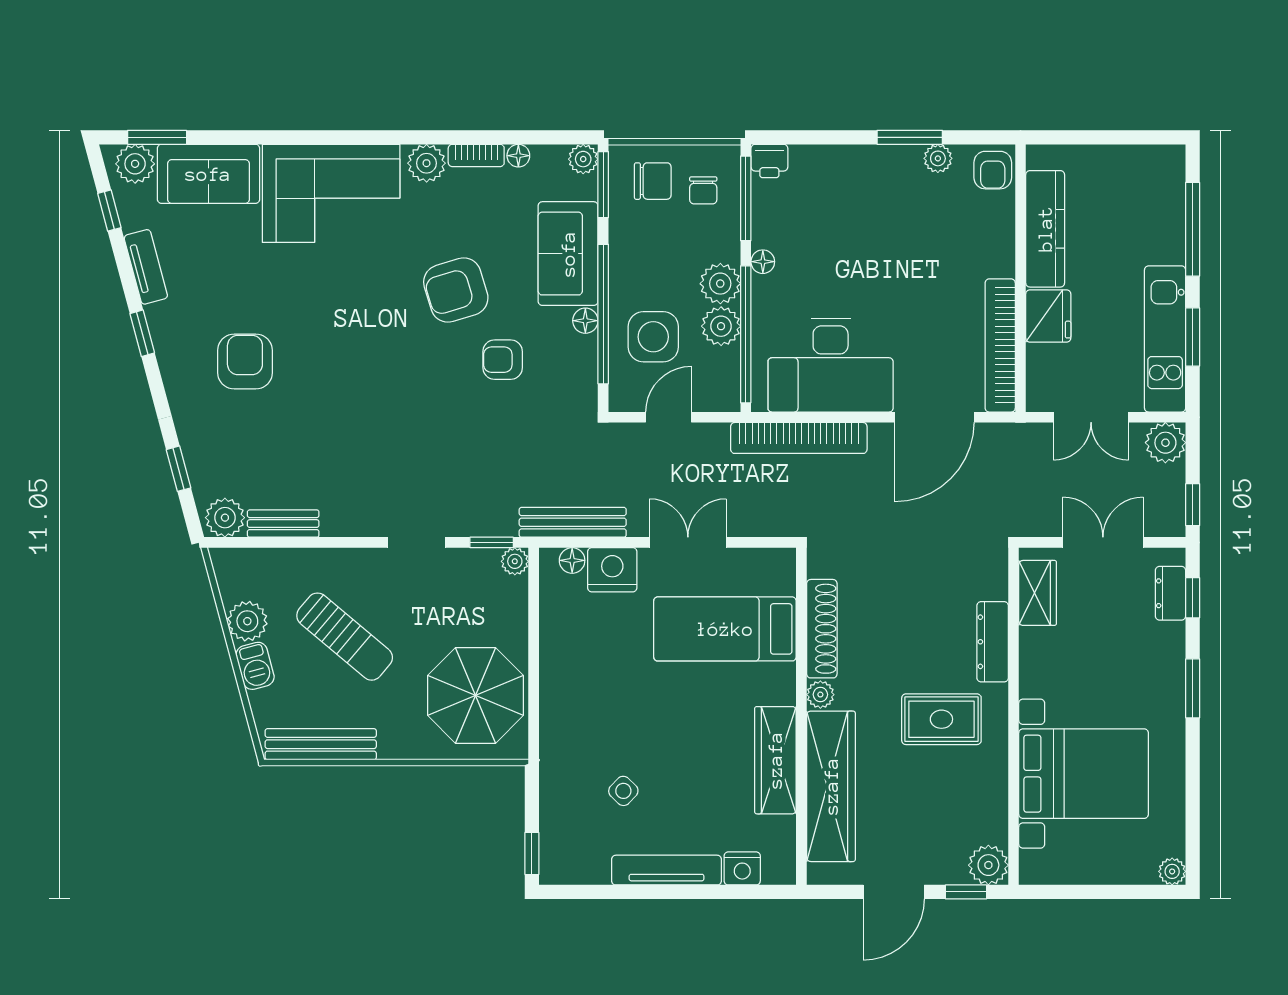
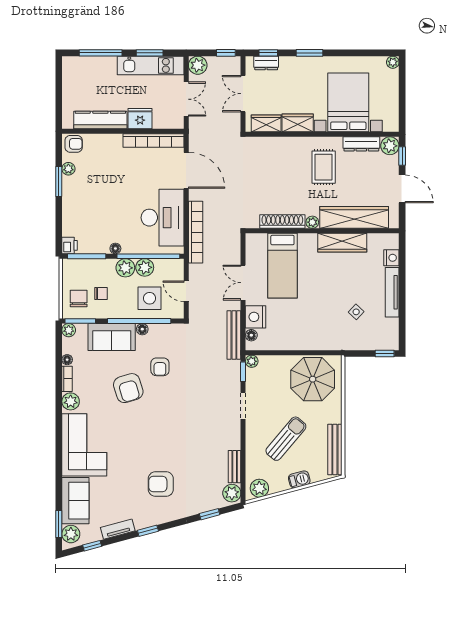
chair: (703, 190) -> (101, 294), moved
plant: (247, 621) -> (259, 488), moved
dresser: (993, 642) -> (361, 144), moved
wardrobe: (1039, 662) -> (298, 123), added

